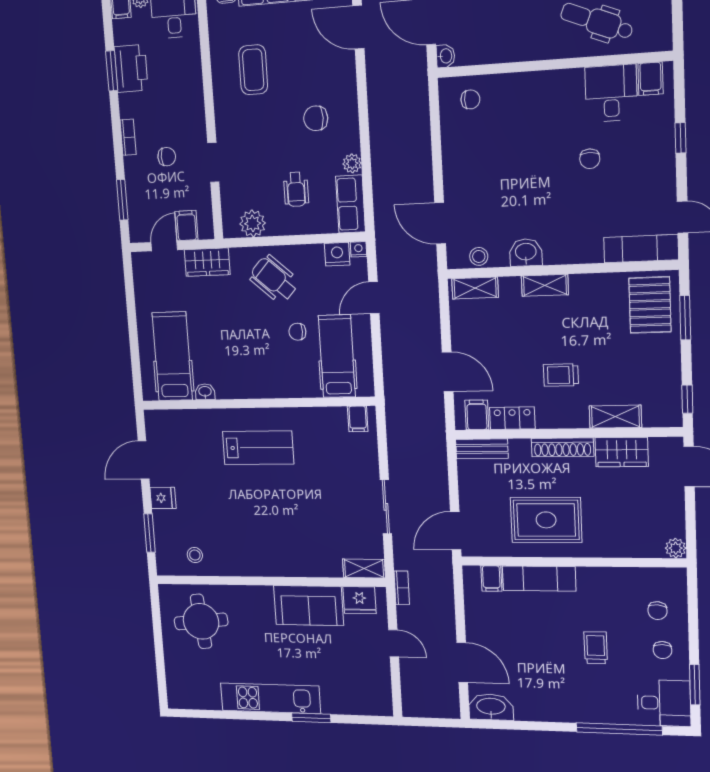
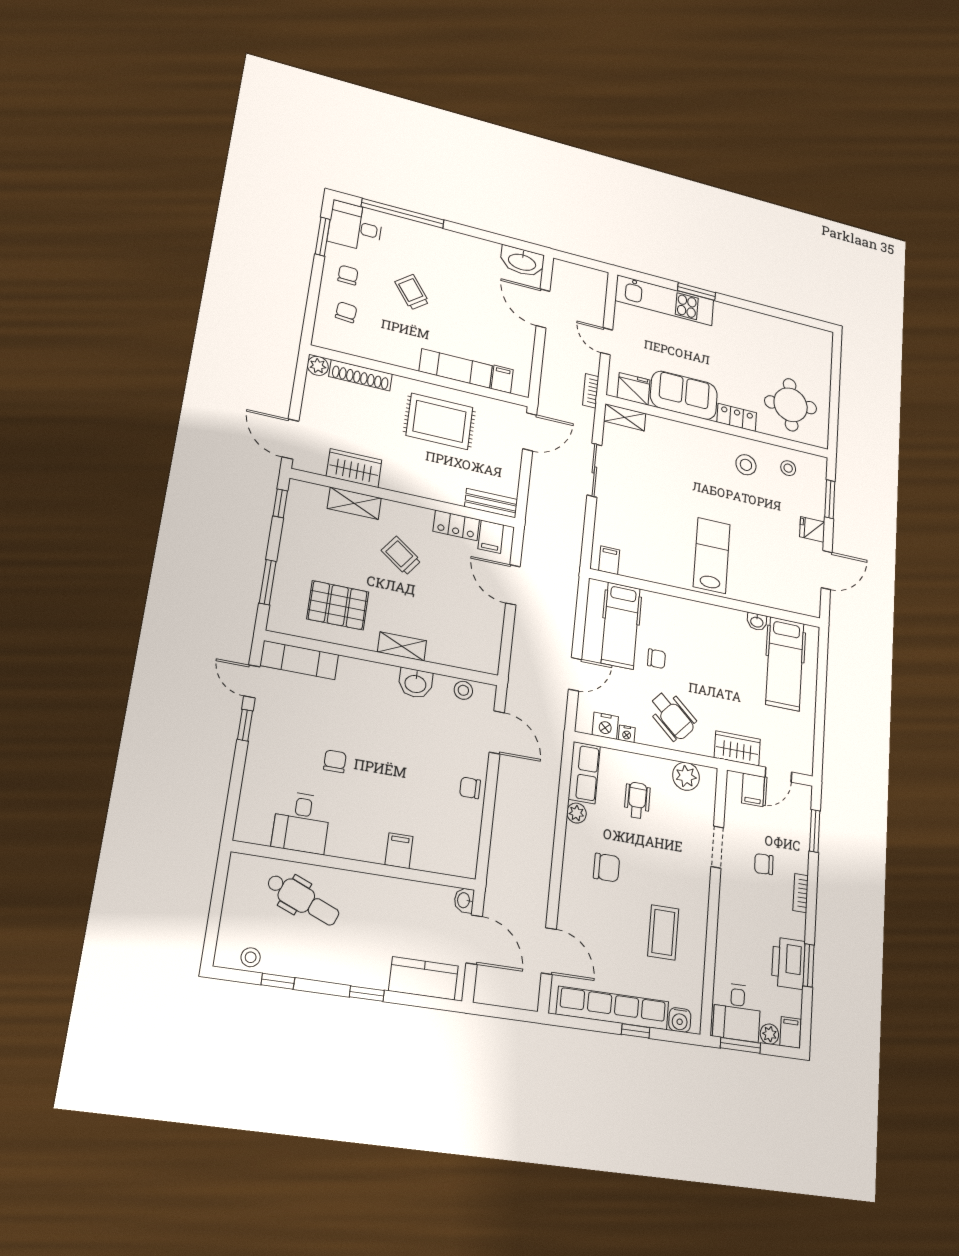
filing cabinet: (651, 79) -> (399, 851), moved
chair: (470, 99) -> (470, 788), moved
window: (680, 138) -> (245, 725), moved
nightstand: (358, 249) -> (627, 734), moved
shelving: (475, 288) -> (472, 660), removed
pallet: (650, 305) -> (338, 605), moved, turned 90
trolley: (561, 375) -> (401, 556), turned -144
shoe rack: (562, 447) -> (361, 375), moved, turned 180
lab bench: (258, 448) -> (712, 555), turned 90
stool: (237, 548) -> (746, 465), added
locker: (253, 595) -> (737, 417), added
trolley: (596, 648) -> (412, 292), turned 143
kitchen unit: (270, 698) -> (665, 300), moved

